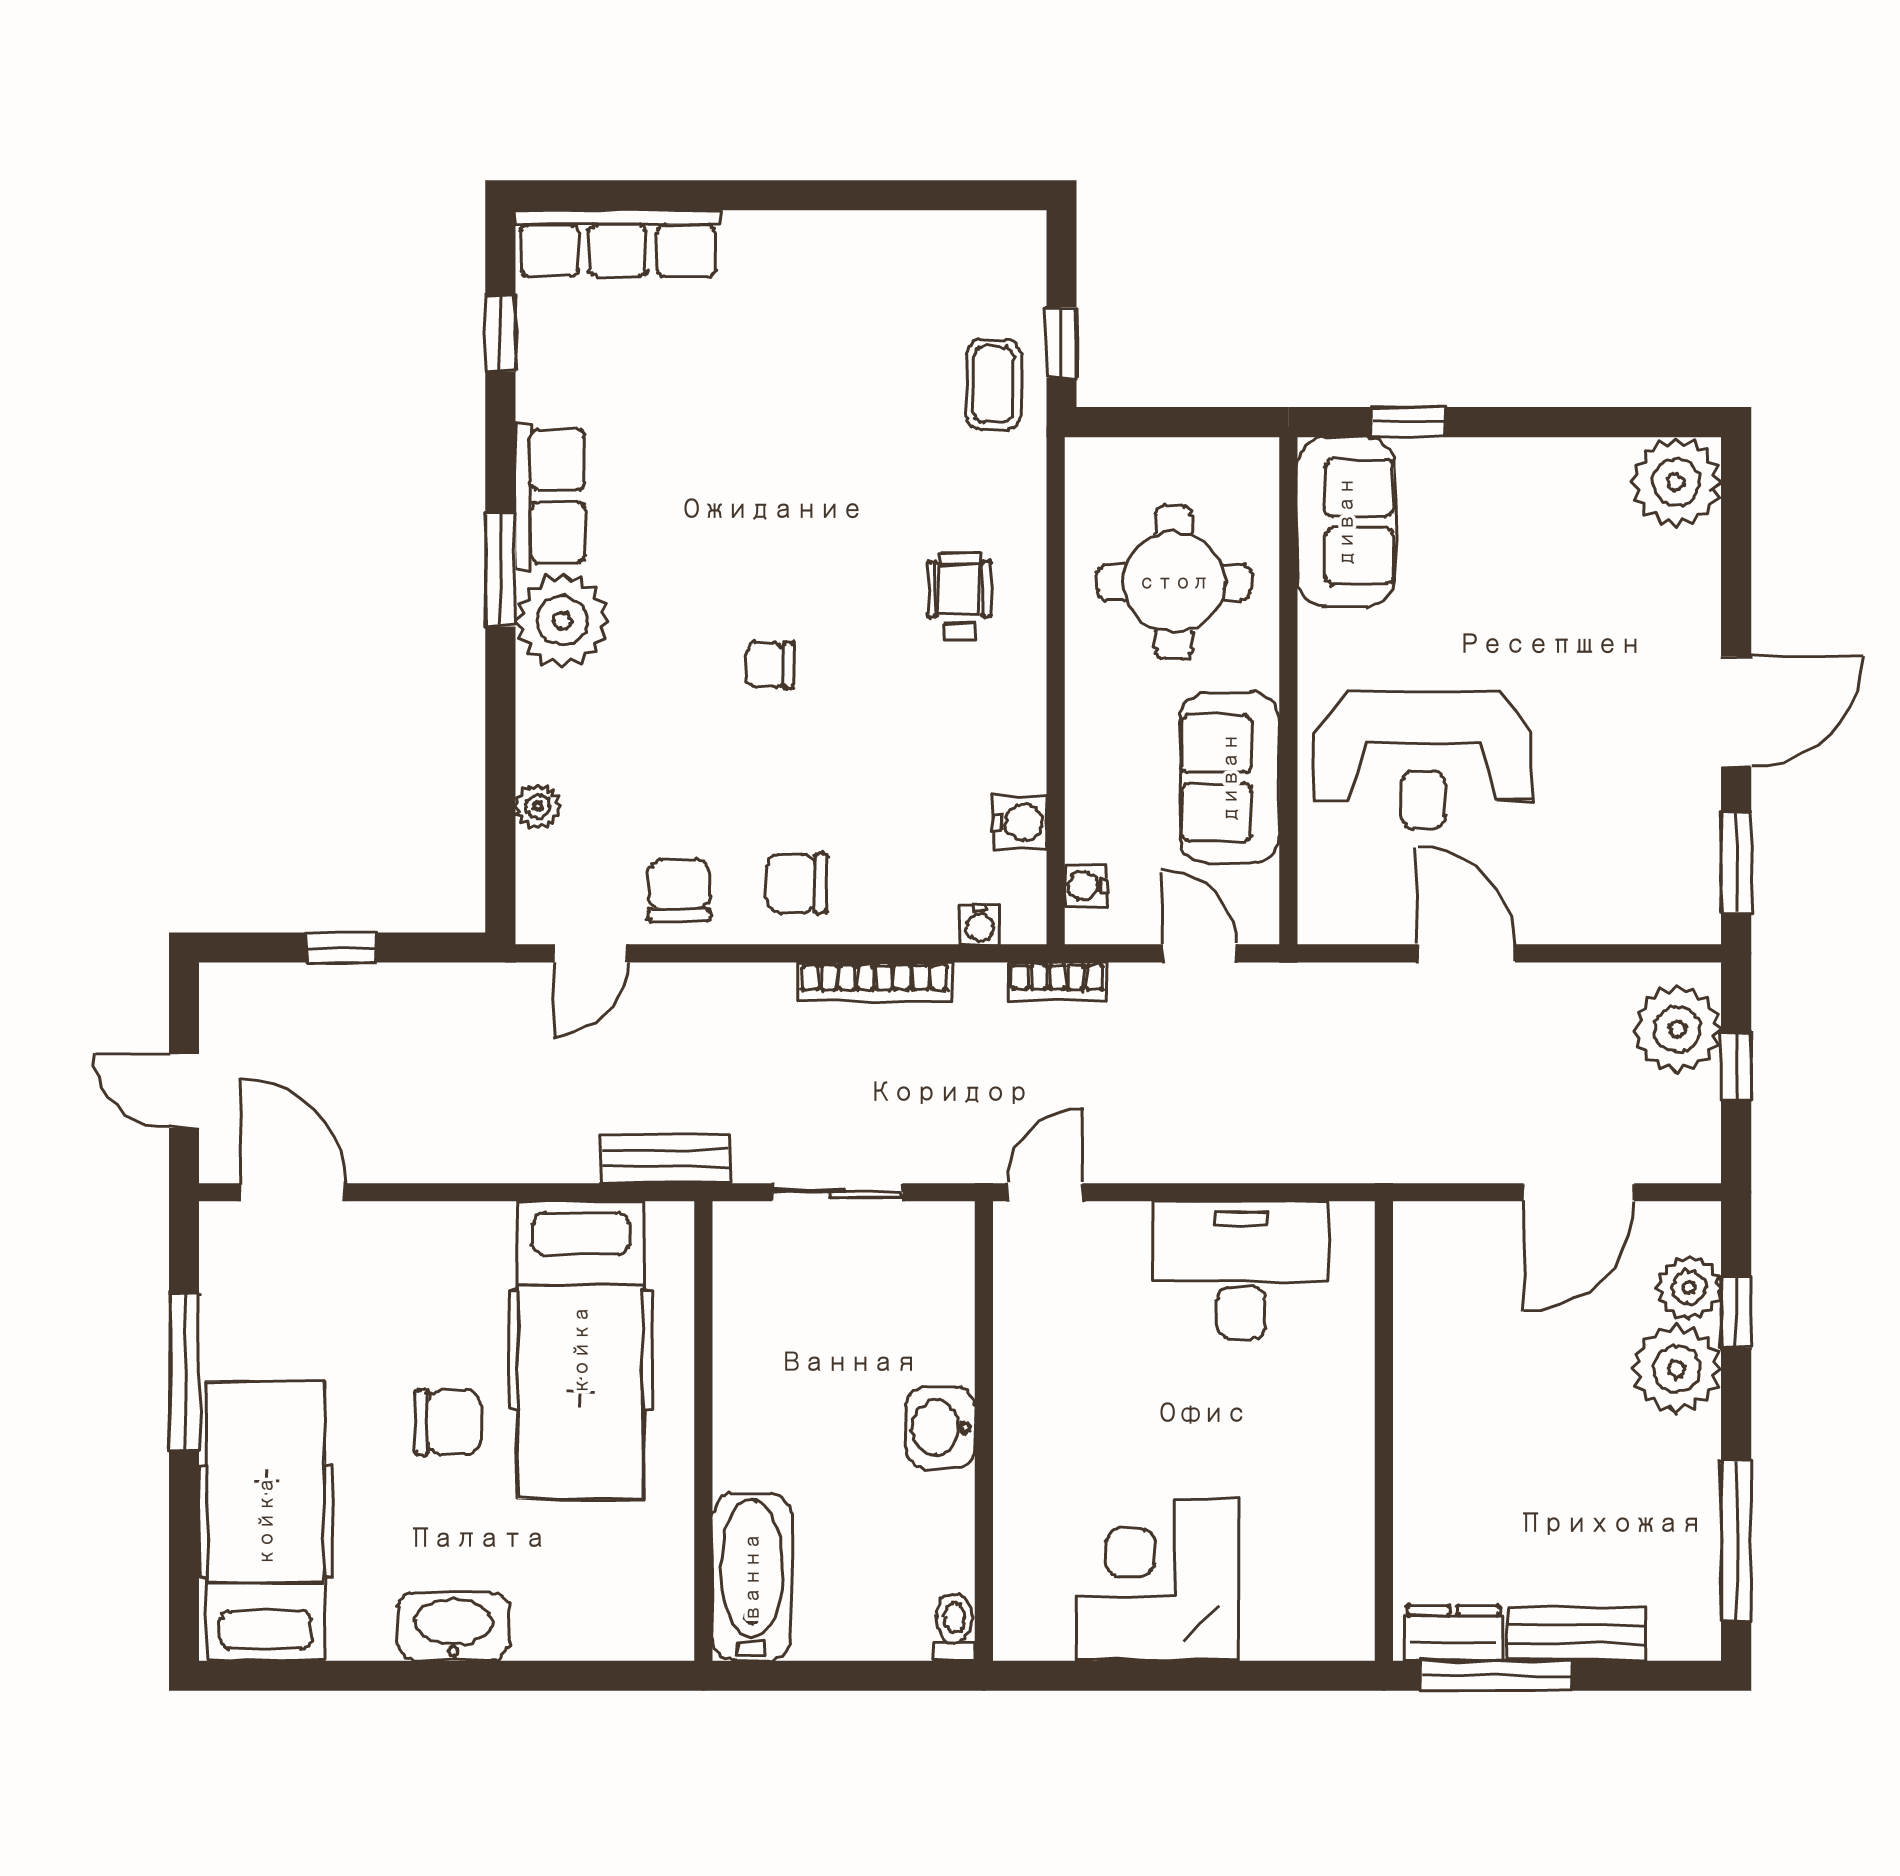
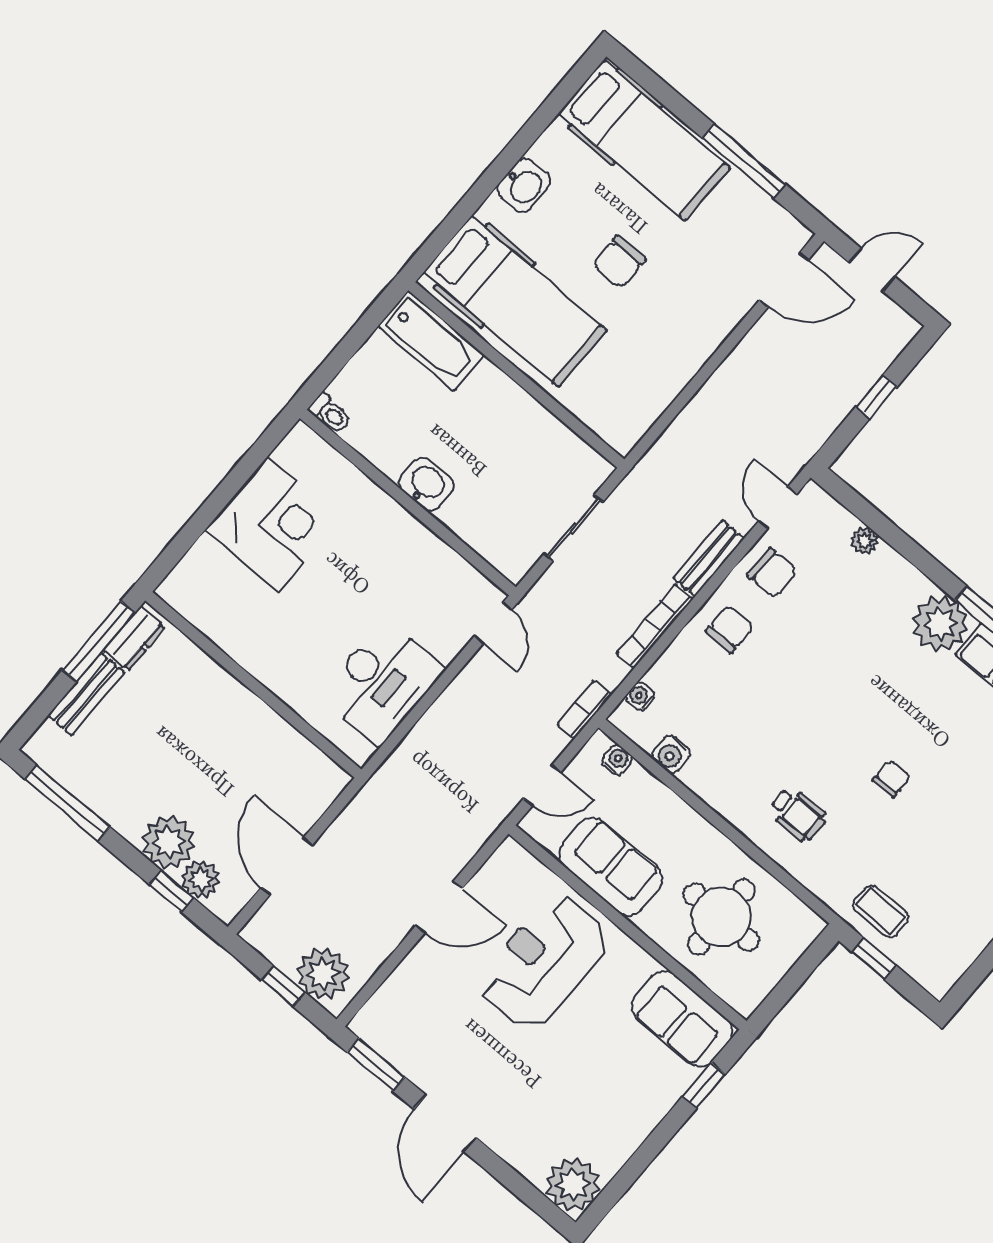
chair: (770, 665) -> (891, 779), moved
bench: (665, 1159) -> (709, 558), moved
hospital bed: (581, 1350) -> (515, 301), moved, turned 180
washbasin: (454, 1627) -> (524, 186), width x0.72

